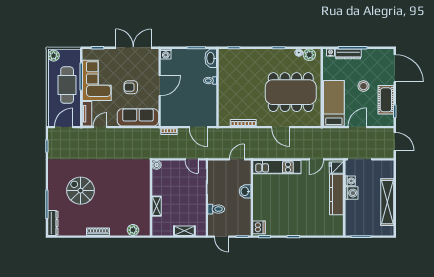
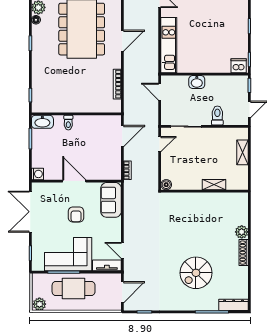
sofa: (138, 117) -> (111, 200), width x0.73
door: (64, 127) -> (122, 292), swing flipped
plant: (133, 230) -> (242, 232), moved

